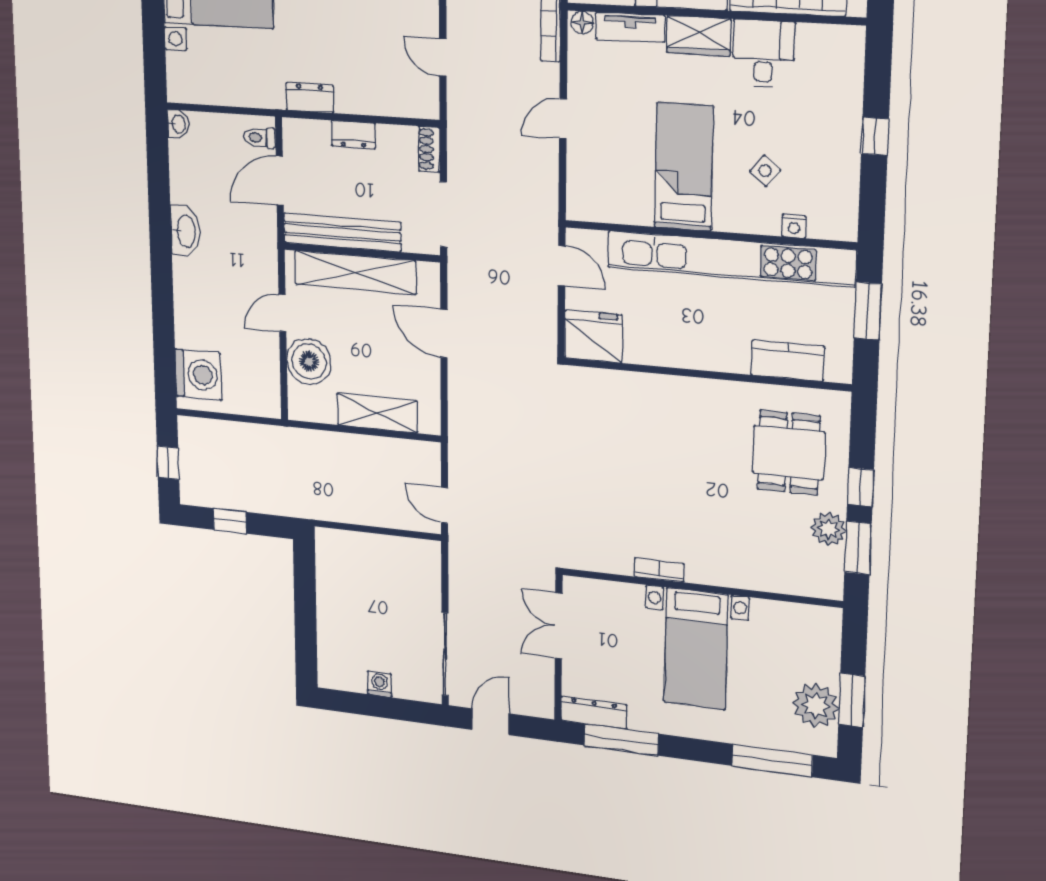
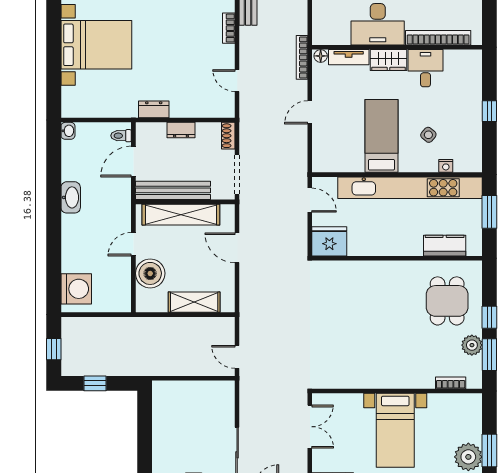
bookcase: (659, 570) -> (451, 383), moved
double door: (559, 626) -> (310, 427), swing flipped

